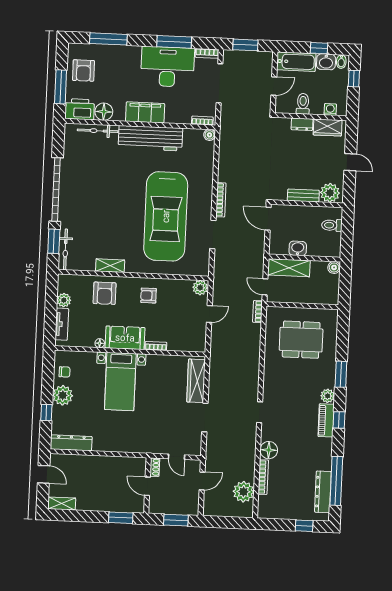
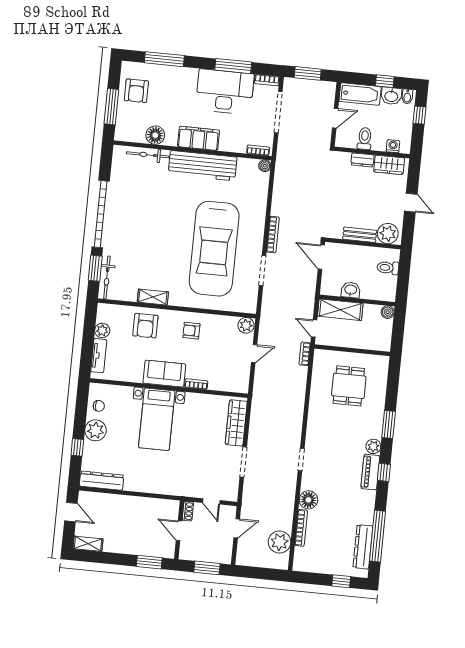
printer: (80, 109) -> (130, 131), removed
dining table: (301, 340) -> (349, 386), width x0.73
floor lamp: (100, 343) -> (137, 378), removed

